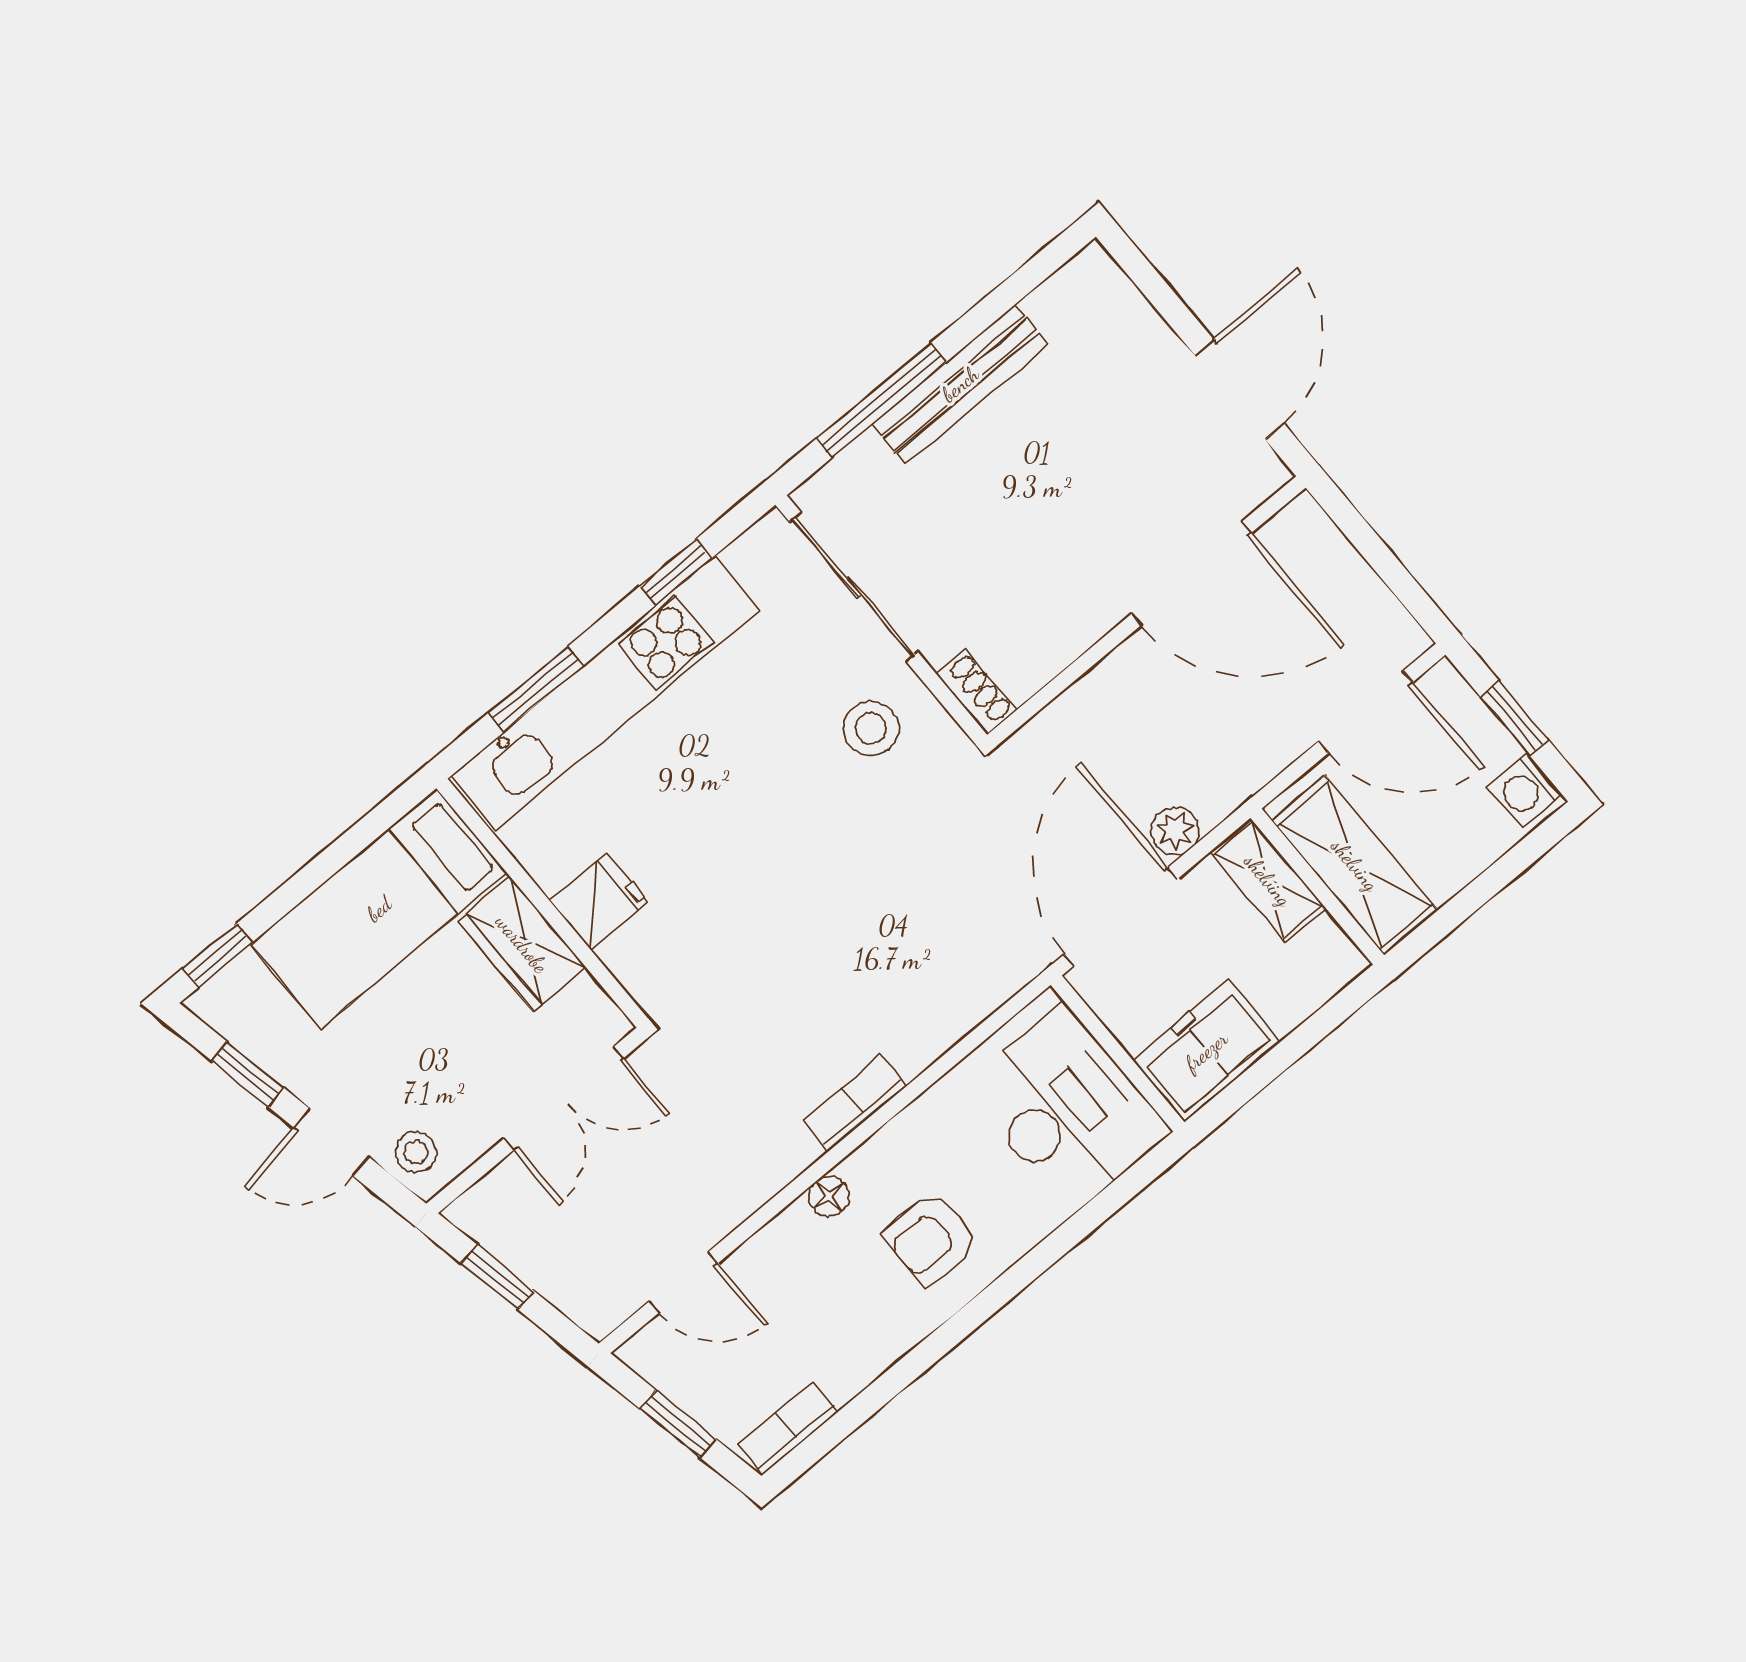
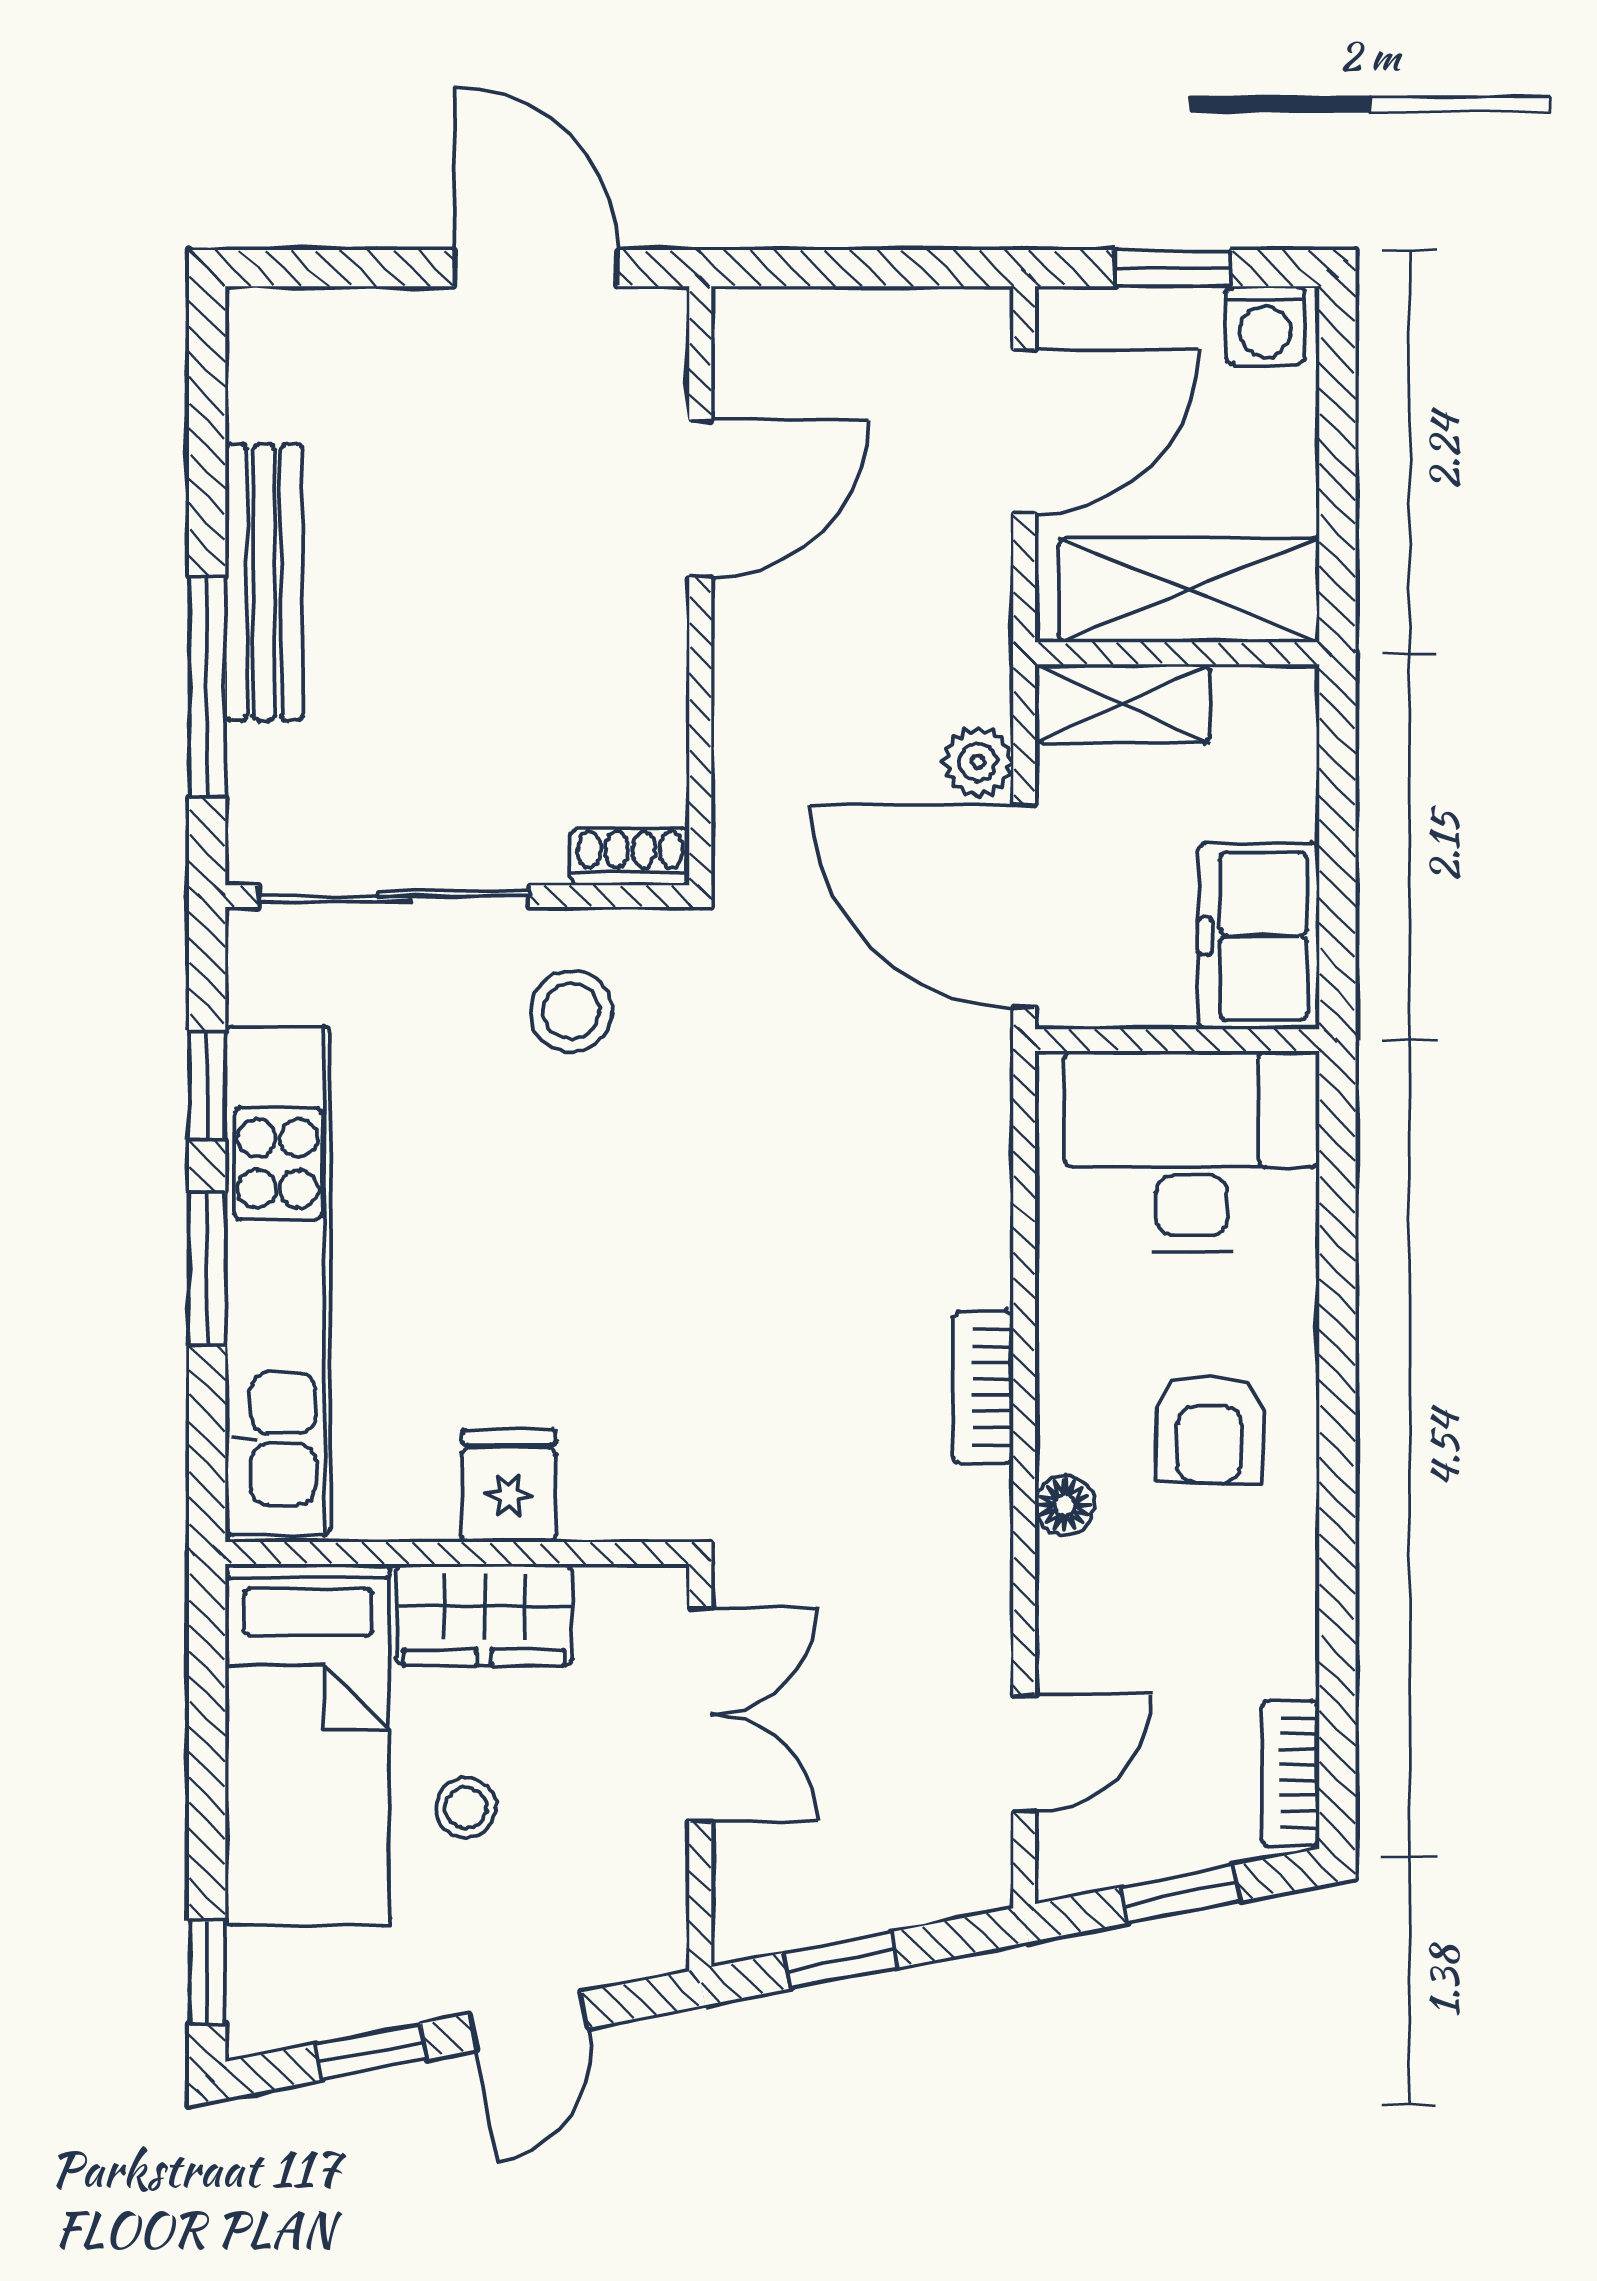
door: (1191, 573) -> (700, 498), width x0.73
window: (536, 689) -> (207, 1269), moved
stool: (416, 1152) -> (466, 1808), moved

